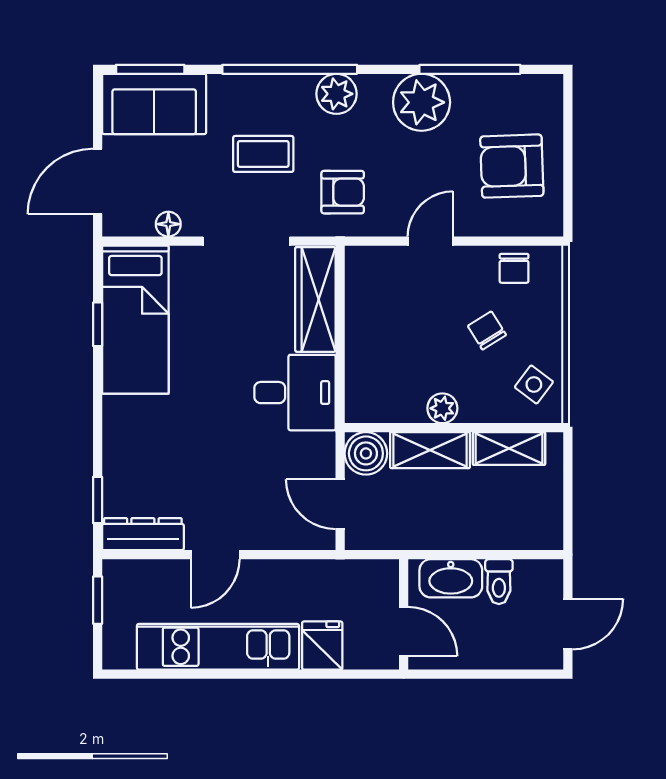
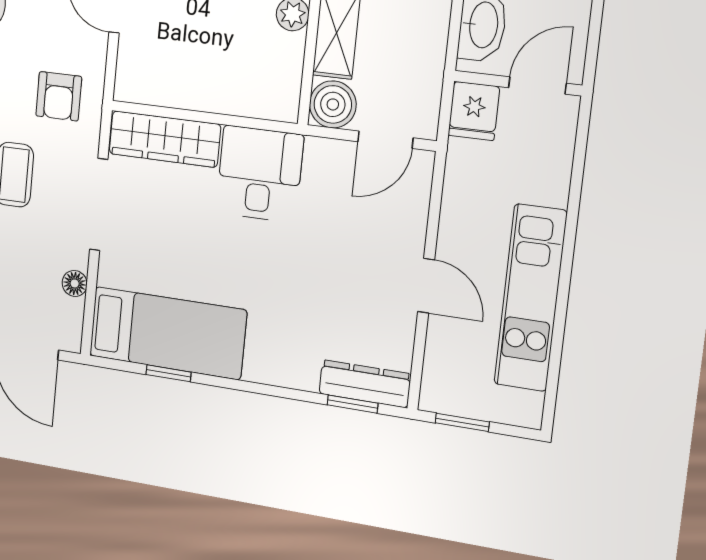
armchair: (343, 192) -> (59, 96), turned 180
dresser: (143, 534) -> (365, 384), moved, turned 90
fridge: (322, 646) -> (474, 111), moved, turned -90

